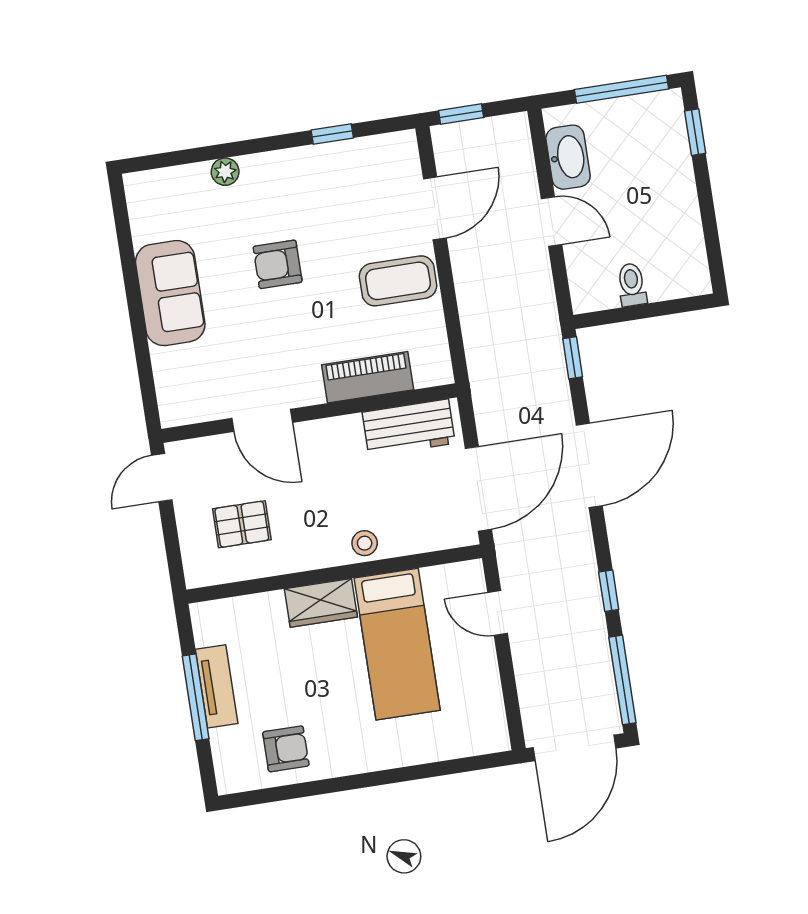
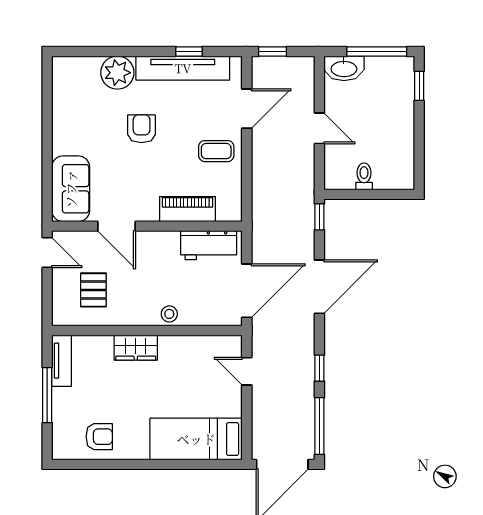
washbasin: (568, 157) -> (344, 68), moved, turned 90
tv unit: (327, 161) -> (183, 68), added
plant: (225, 172) -> (117, 73), width x1.87, depth x1.87
armchair: (278, 264) -> (142, 129), turned 90
coffee table: (398, 281) -> (216, 151), width x0.73, depth x0.77
sofa: (170, 293) -> (71, 189), moved
door: (162, 478) -> (47, 253), swing flipped
pallet: (242, 524) -> (93, 290), turned 90
bed: (397, 644) -> (196, 439), moved, turned 90
tv unit: (217, 686) -> (61, 361), moved

